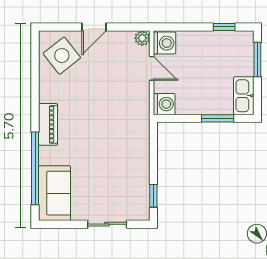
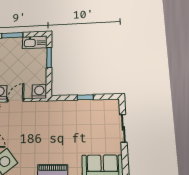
window: (153, 196) -> (85, 97), moved

